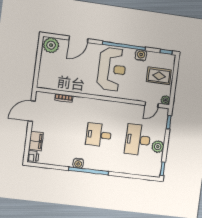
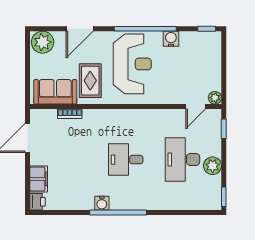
rug: (159, 76) -> (90, 81), moved, turned 90
sofa: (56, 81) -> (55, 92), added

